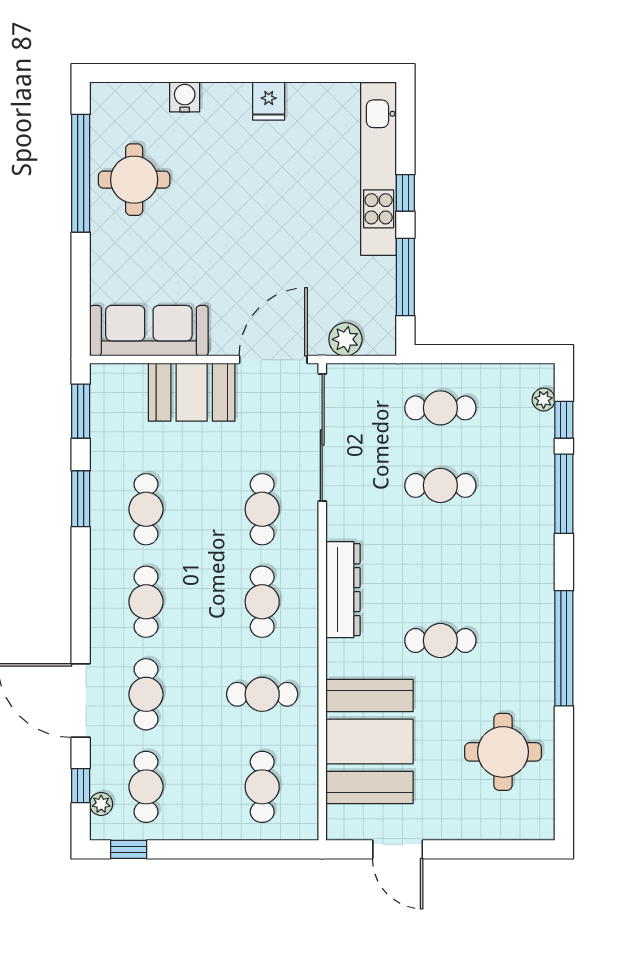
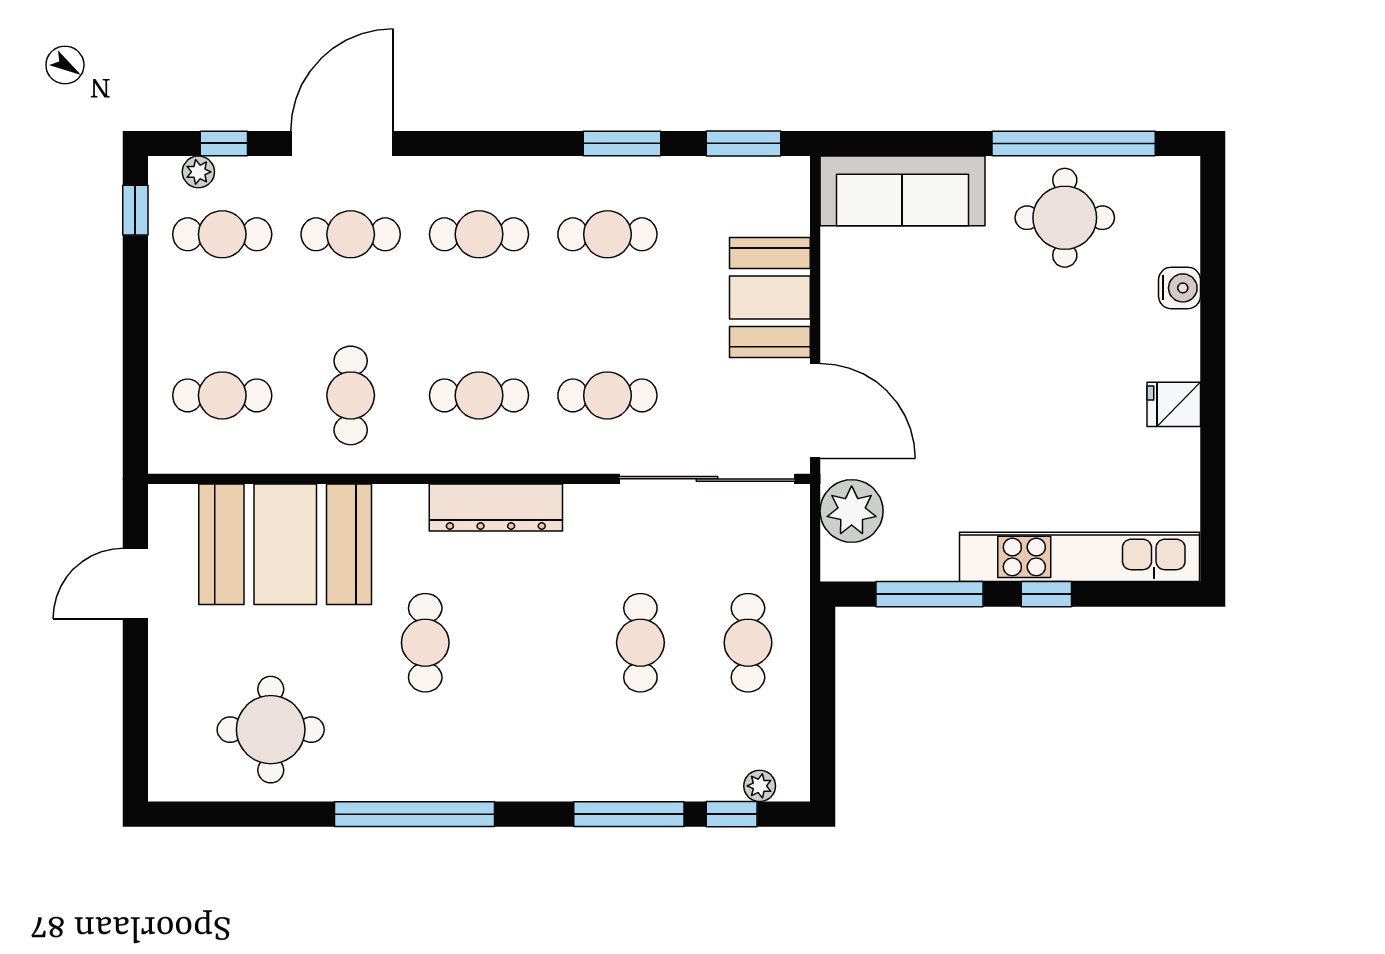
sofa: (149, 331) -> (902, 191), moved, turned 90
plant: (345, 339) -> (852, 511), width x1.36, depth x1.36

